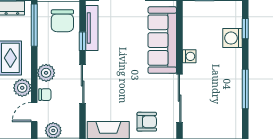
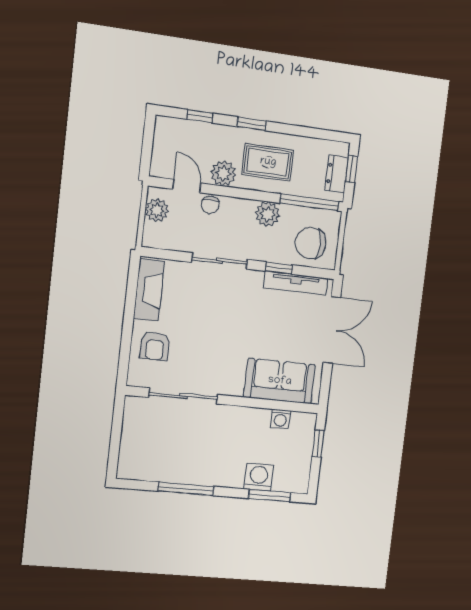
window: (245, 29) -> (270, 496), width x1.50
sofa: (162, 40) -> (280, 381), width x0.73
washing machine: (189, 56) -> (281, 419), moved
plant: (46, 73) -> (267, 214), moved

